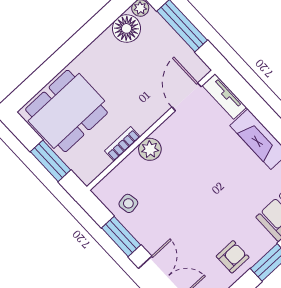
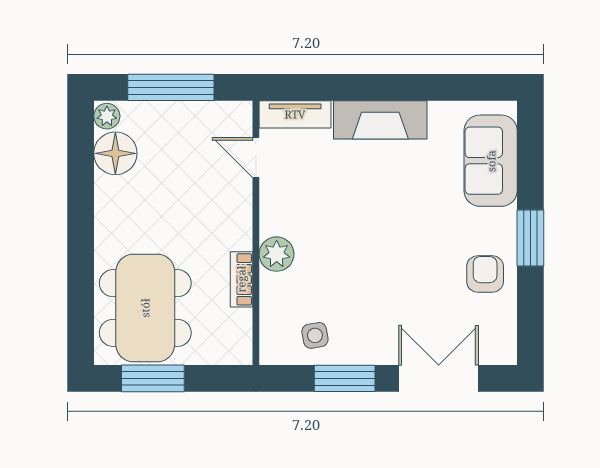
door: (187, 97) -> (256, 157), width x0.73
window: (51, 161) -> (153, 378), moved

